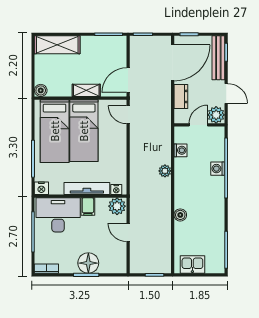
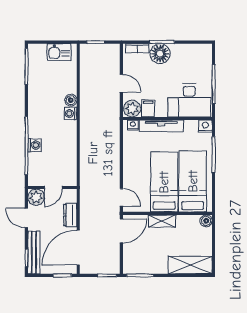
washing machine: (181, 150) -> (71, 114), moved
plant: (165, 171) -> (86, 143), removed
filing cabinet: (88, 207) -> (148, 108), moved
bookcase: (46, 269) -> (137, 48), moved

